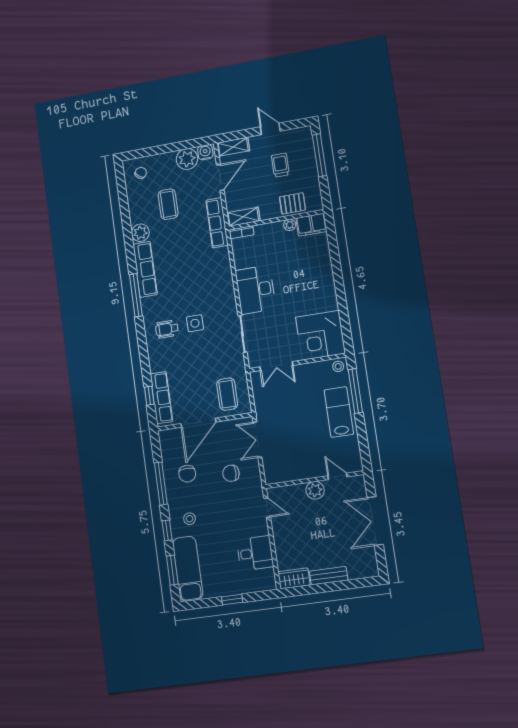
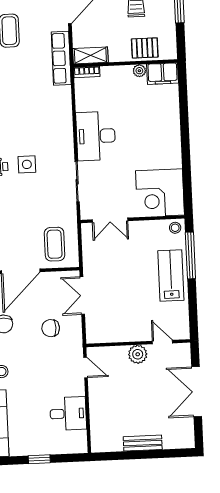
wardrobe: (294, 578) -> (106, 443), removed

